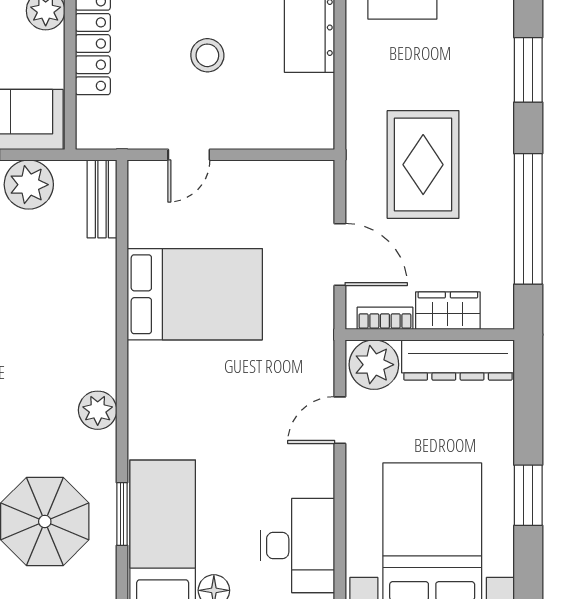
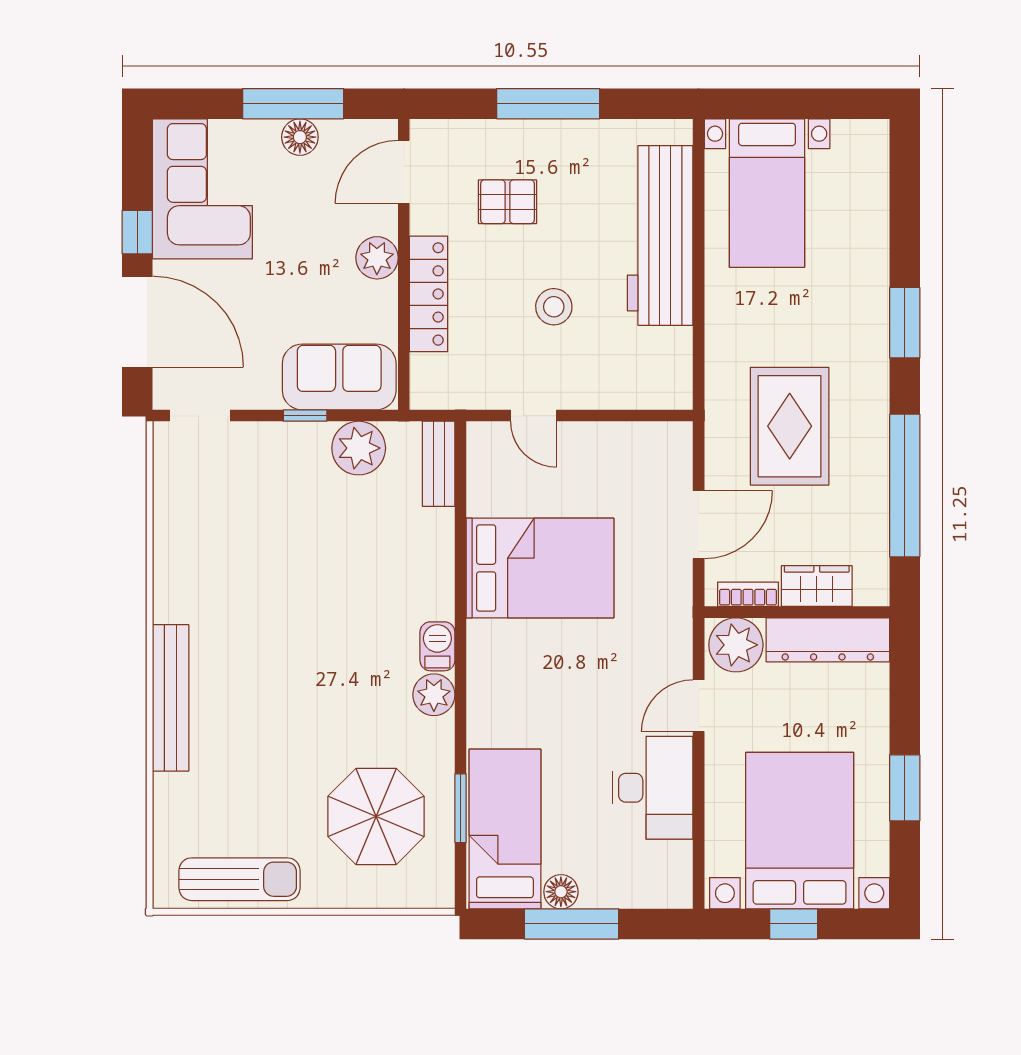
door: (189, 155) -> (534, 416), hinge flipped
door: (340, 255) -> (699, 525), hinge flipped
barbecue: (101, 366) -> (437, 646), added
desk: (298, 546) -> (653, 788), moved

